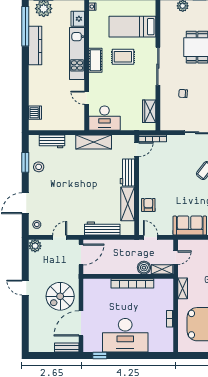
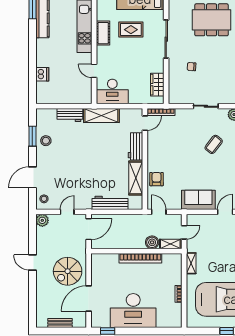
dishwasher: (35, 113) -> (42, 74), moved
workbench: (52, 141) -> (70, 115), moved
bench: (67, 348) -> (60, 323), moved

